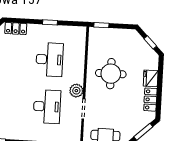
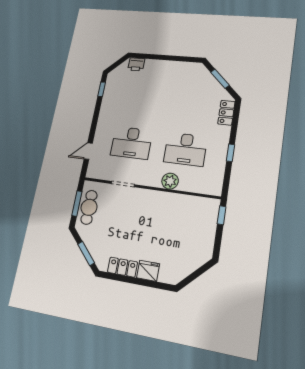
window: (150, 42) -> (193, 276), removed
round table: (111, 74) -> (160, 221), removed
plant: (76, 91) -> (170, 181), moved

